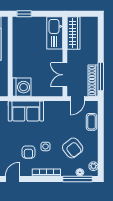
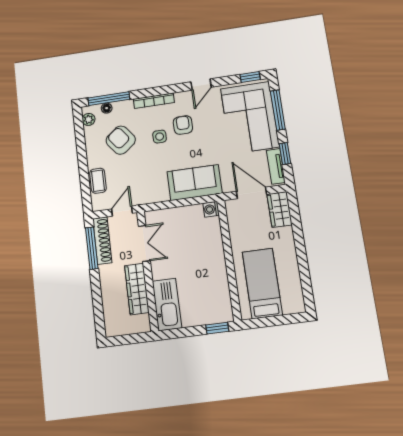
wardrobe: (73, 33) -> (137, 289), moved
washing machine: (22, 87) -> (211, 209), width x0.53, depth x0.53

